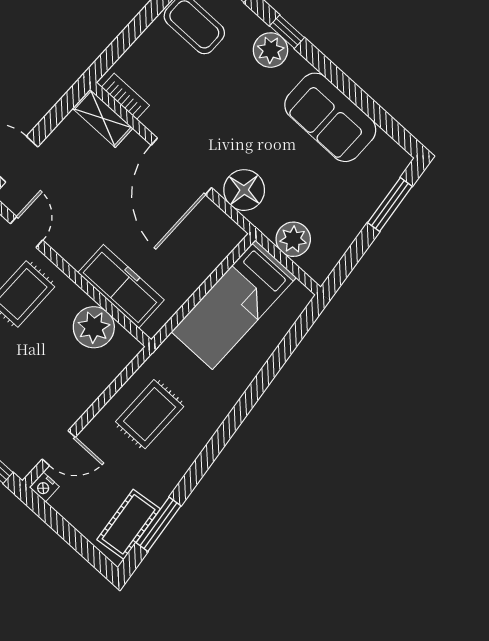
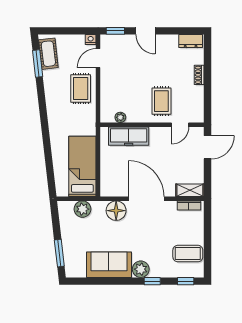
plant: (271, 50) -> (141, 269), moved
door: (26, 232) -> (180, 125), hinge flipped
plant: (94, 327) -> (120, 117), width x0.53, depth x0.53
rug: (150, 414) -> (81, 88), moved

